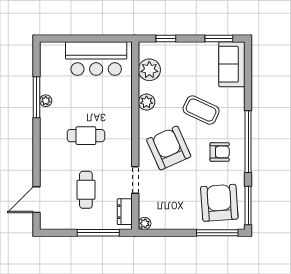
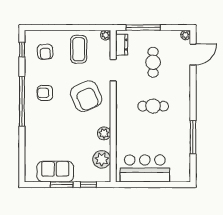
window: (219, 39) -> (62, 185), moved
sofa: (232, 64) -> (55, 172), moved, turned -90
plant: (46, 101) -> (186, 35), moved
coffee table: (201, 110) -> (79, 49), moved, turned 65
armchair: (219, 203) -> (45, 52), width x0.53, depth x0.53
window: (248, 206) -> (22, 50), width x0.46
window: (217, 233) -> (47, 28), removed

